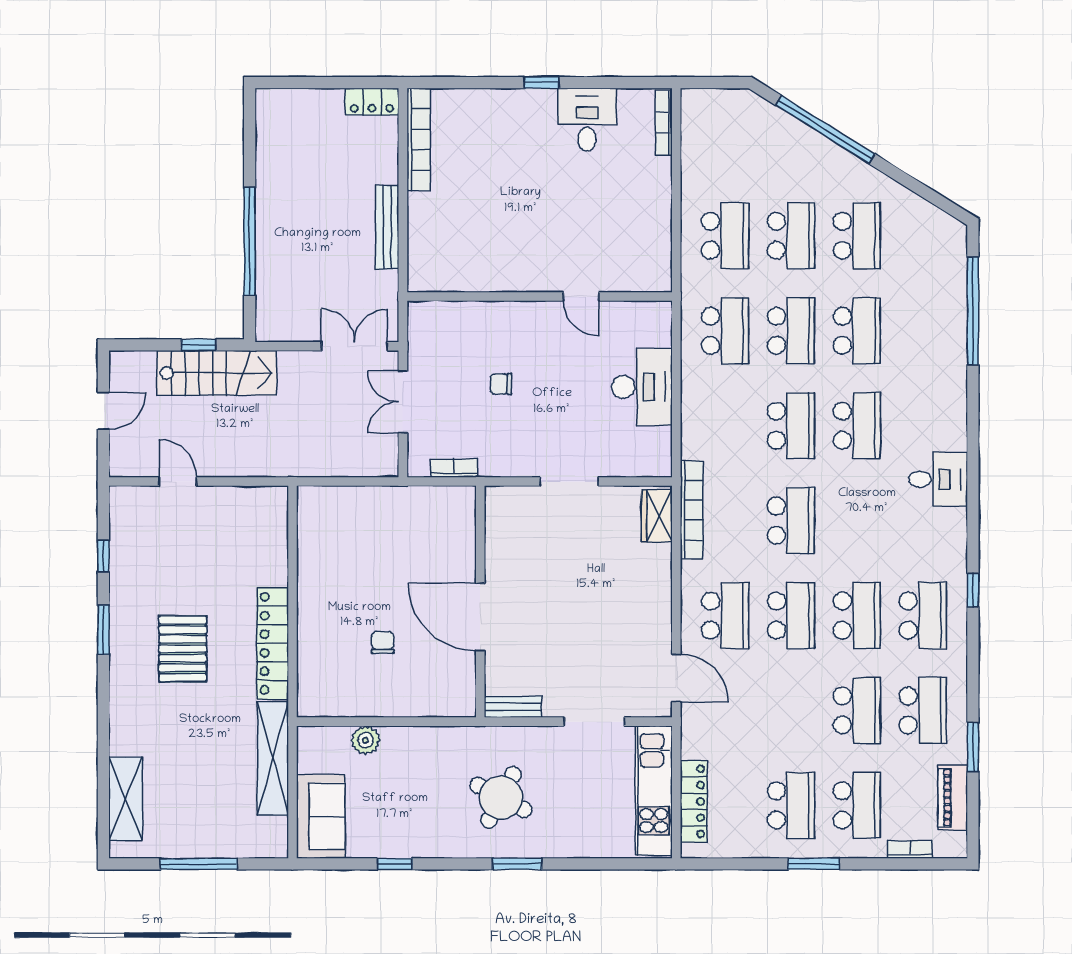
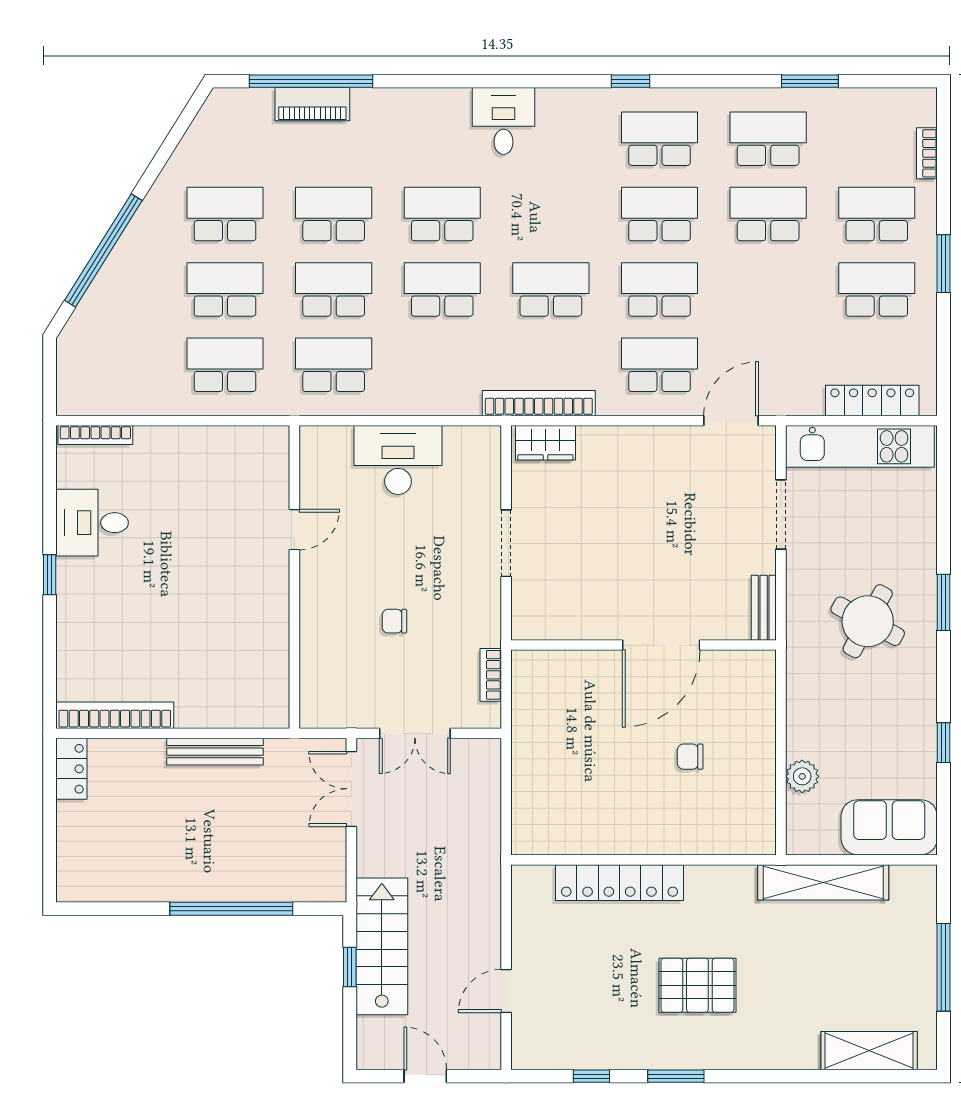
chair: (501, 384) -> (395, 621), turned 90
locker: (273, 643) -> (619, 883), moved
piano: (953, 798) -> (312, 104), moved

